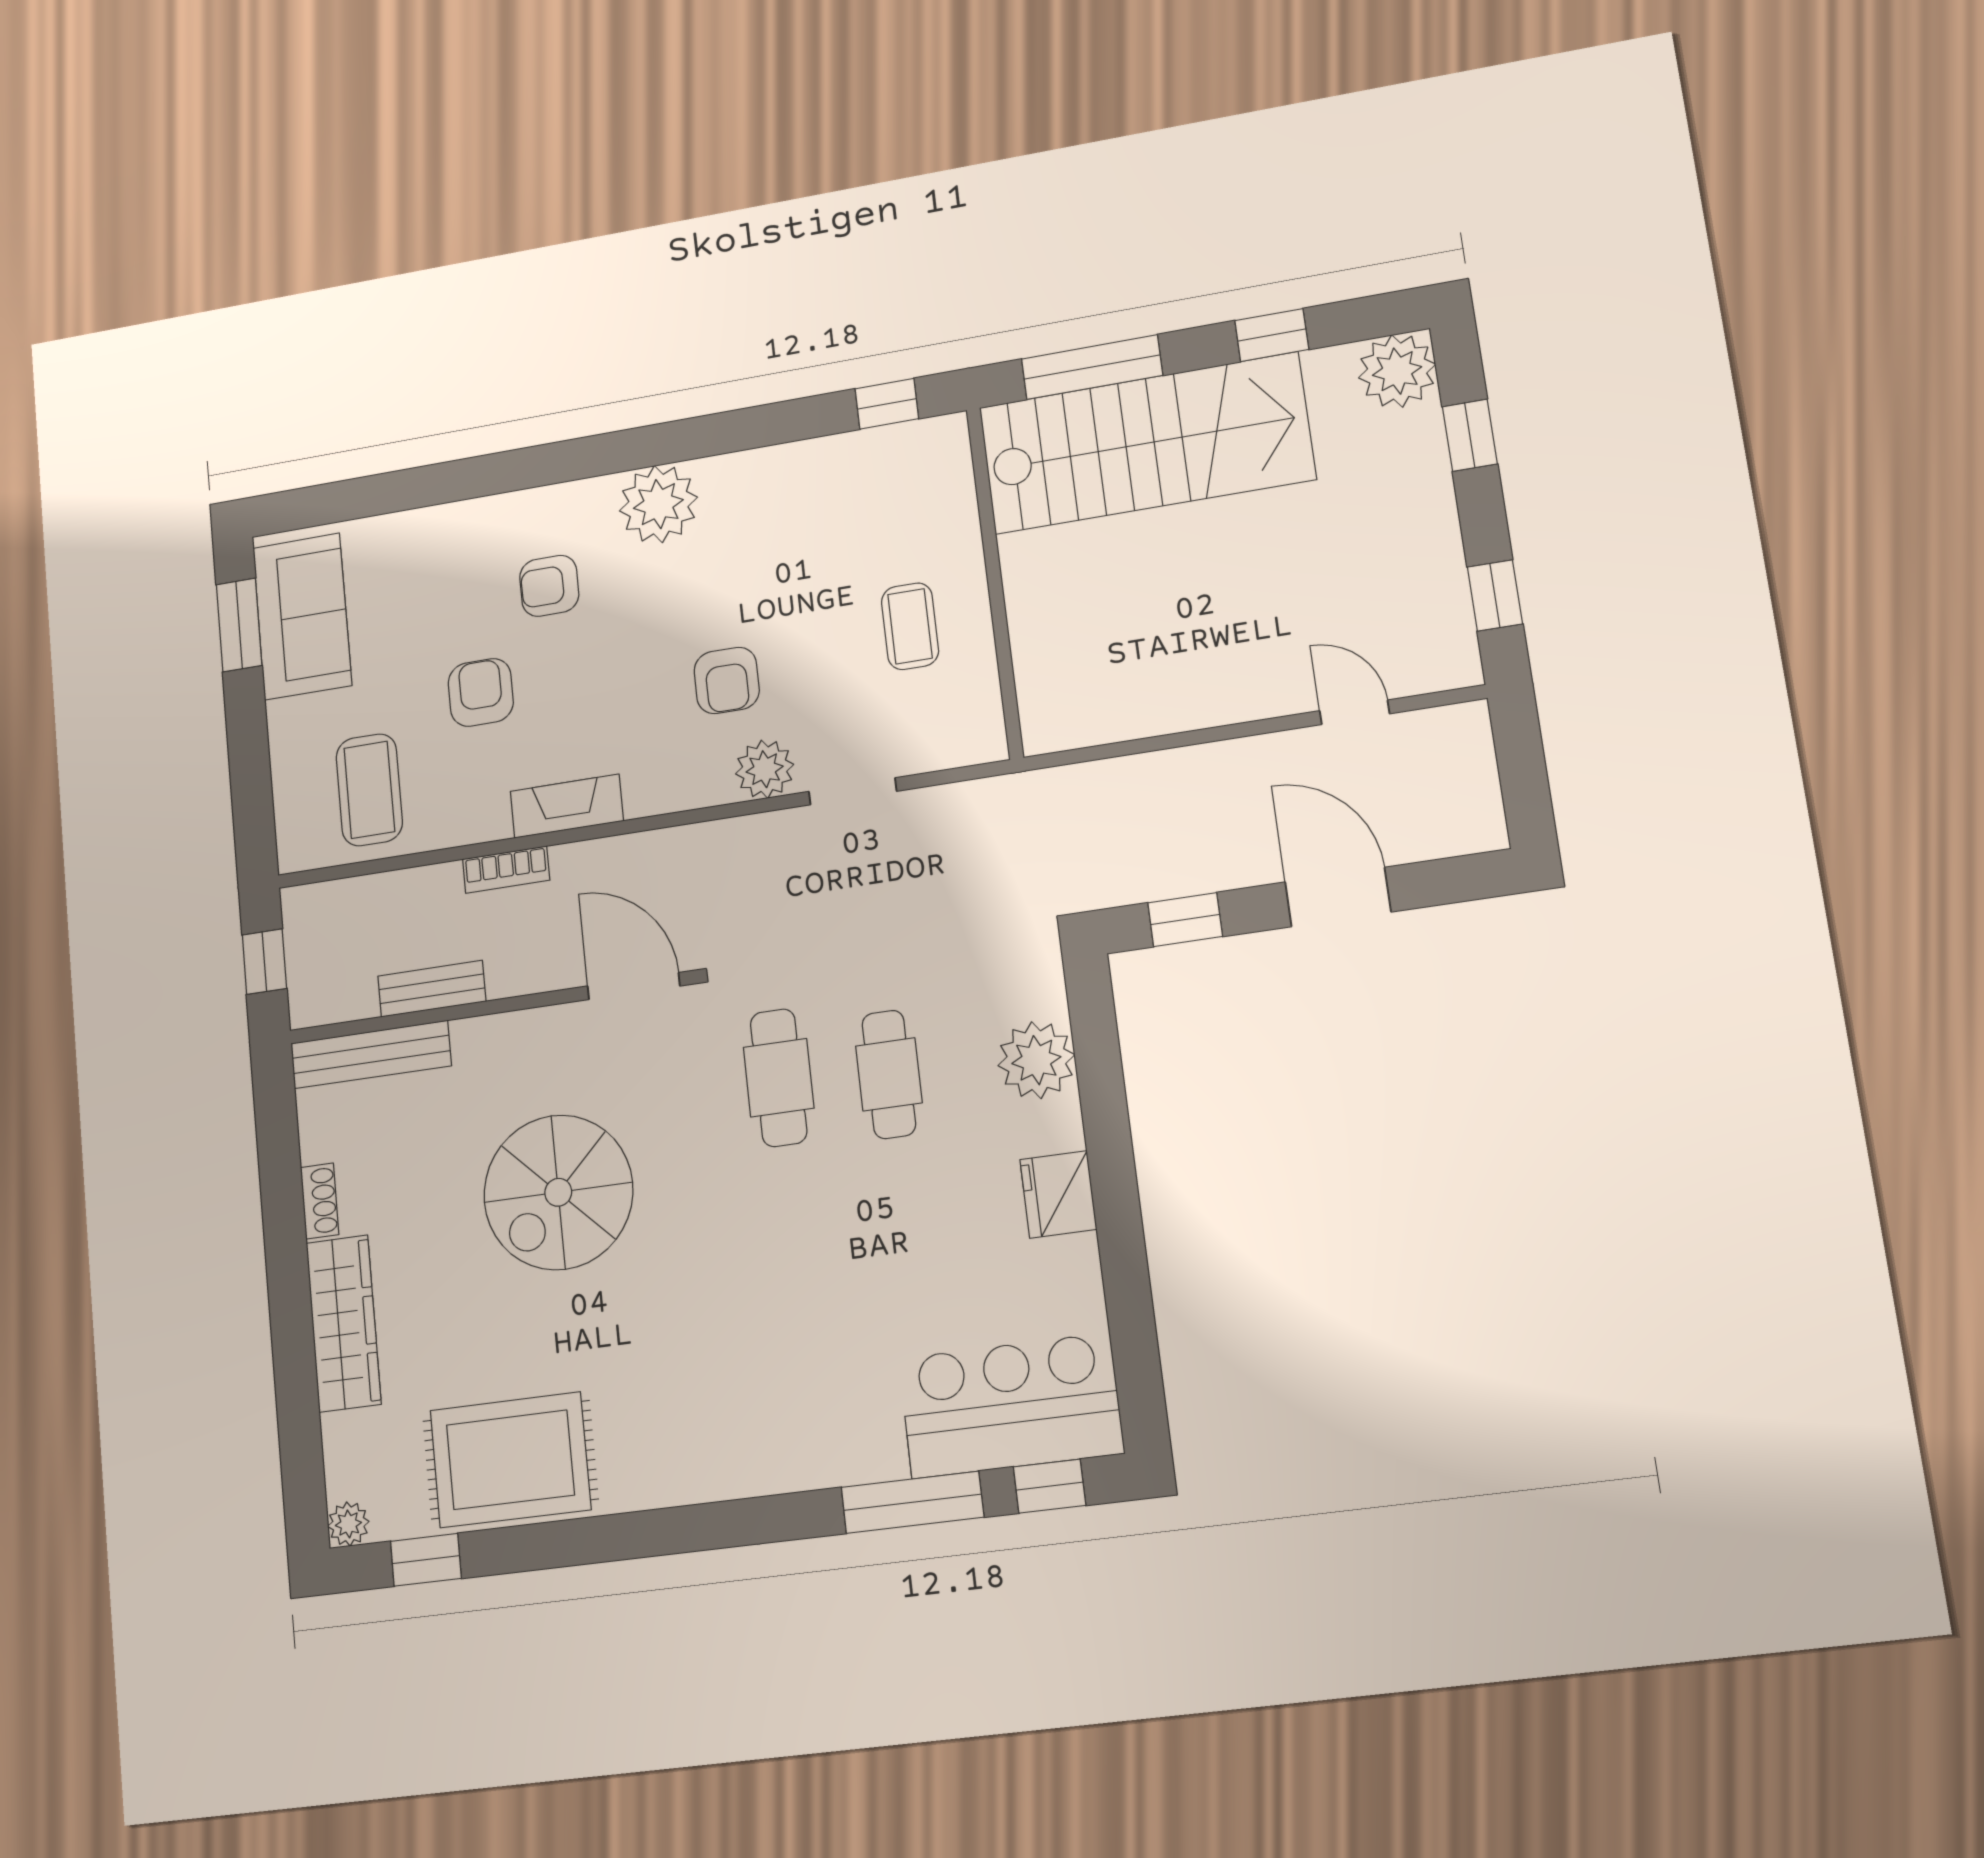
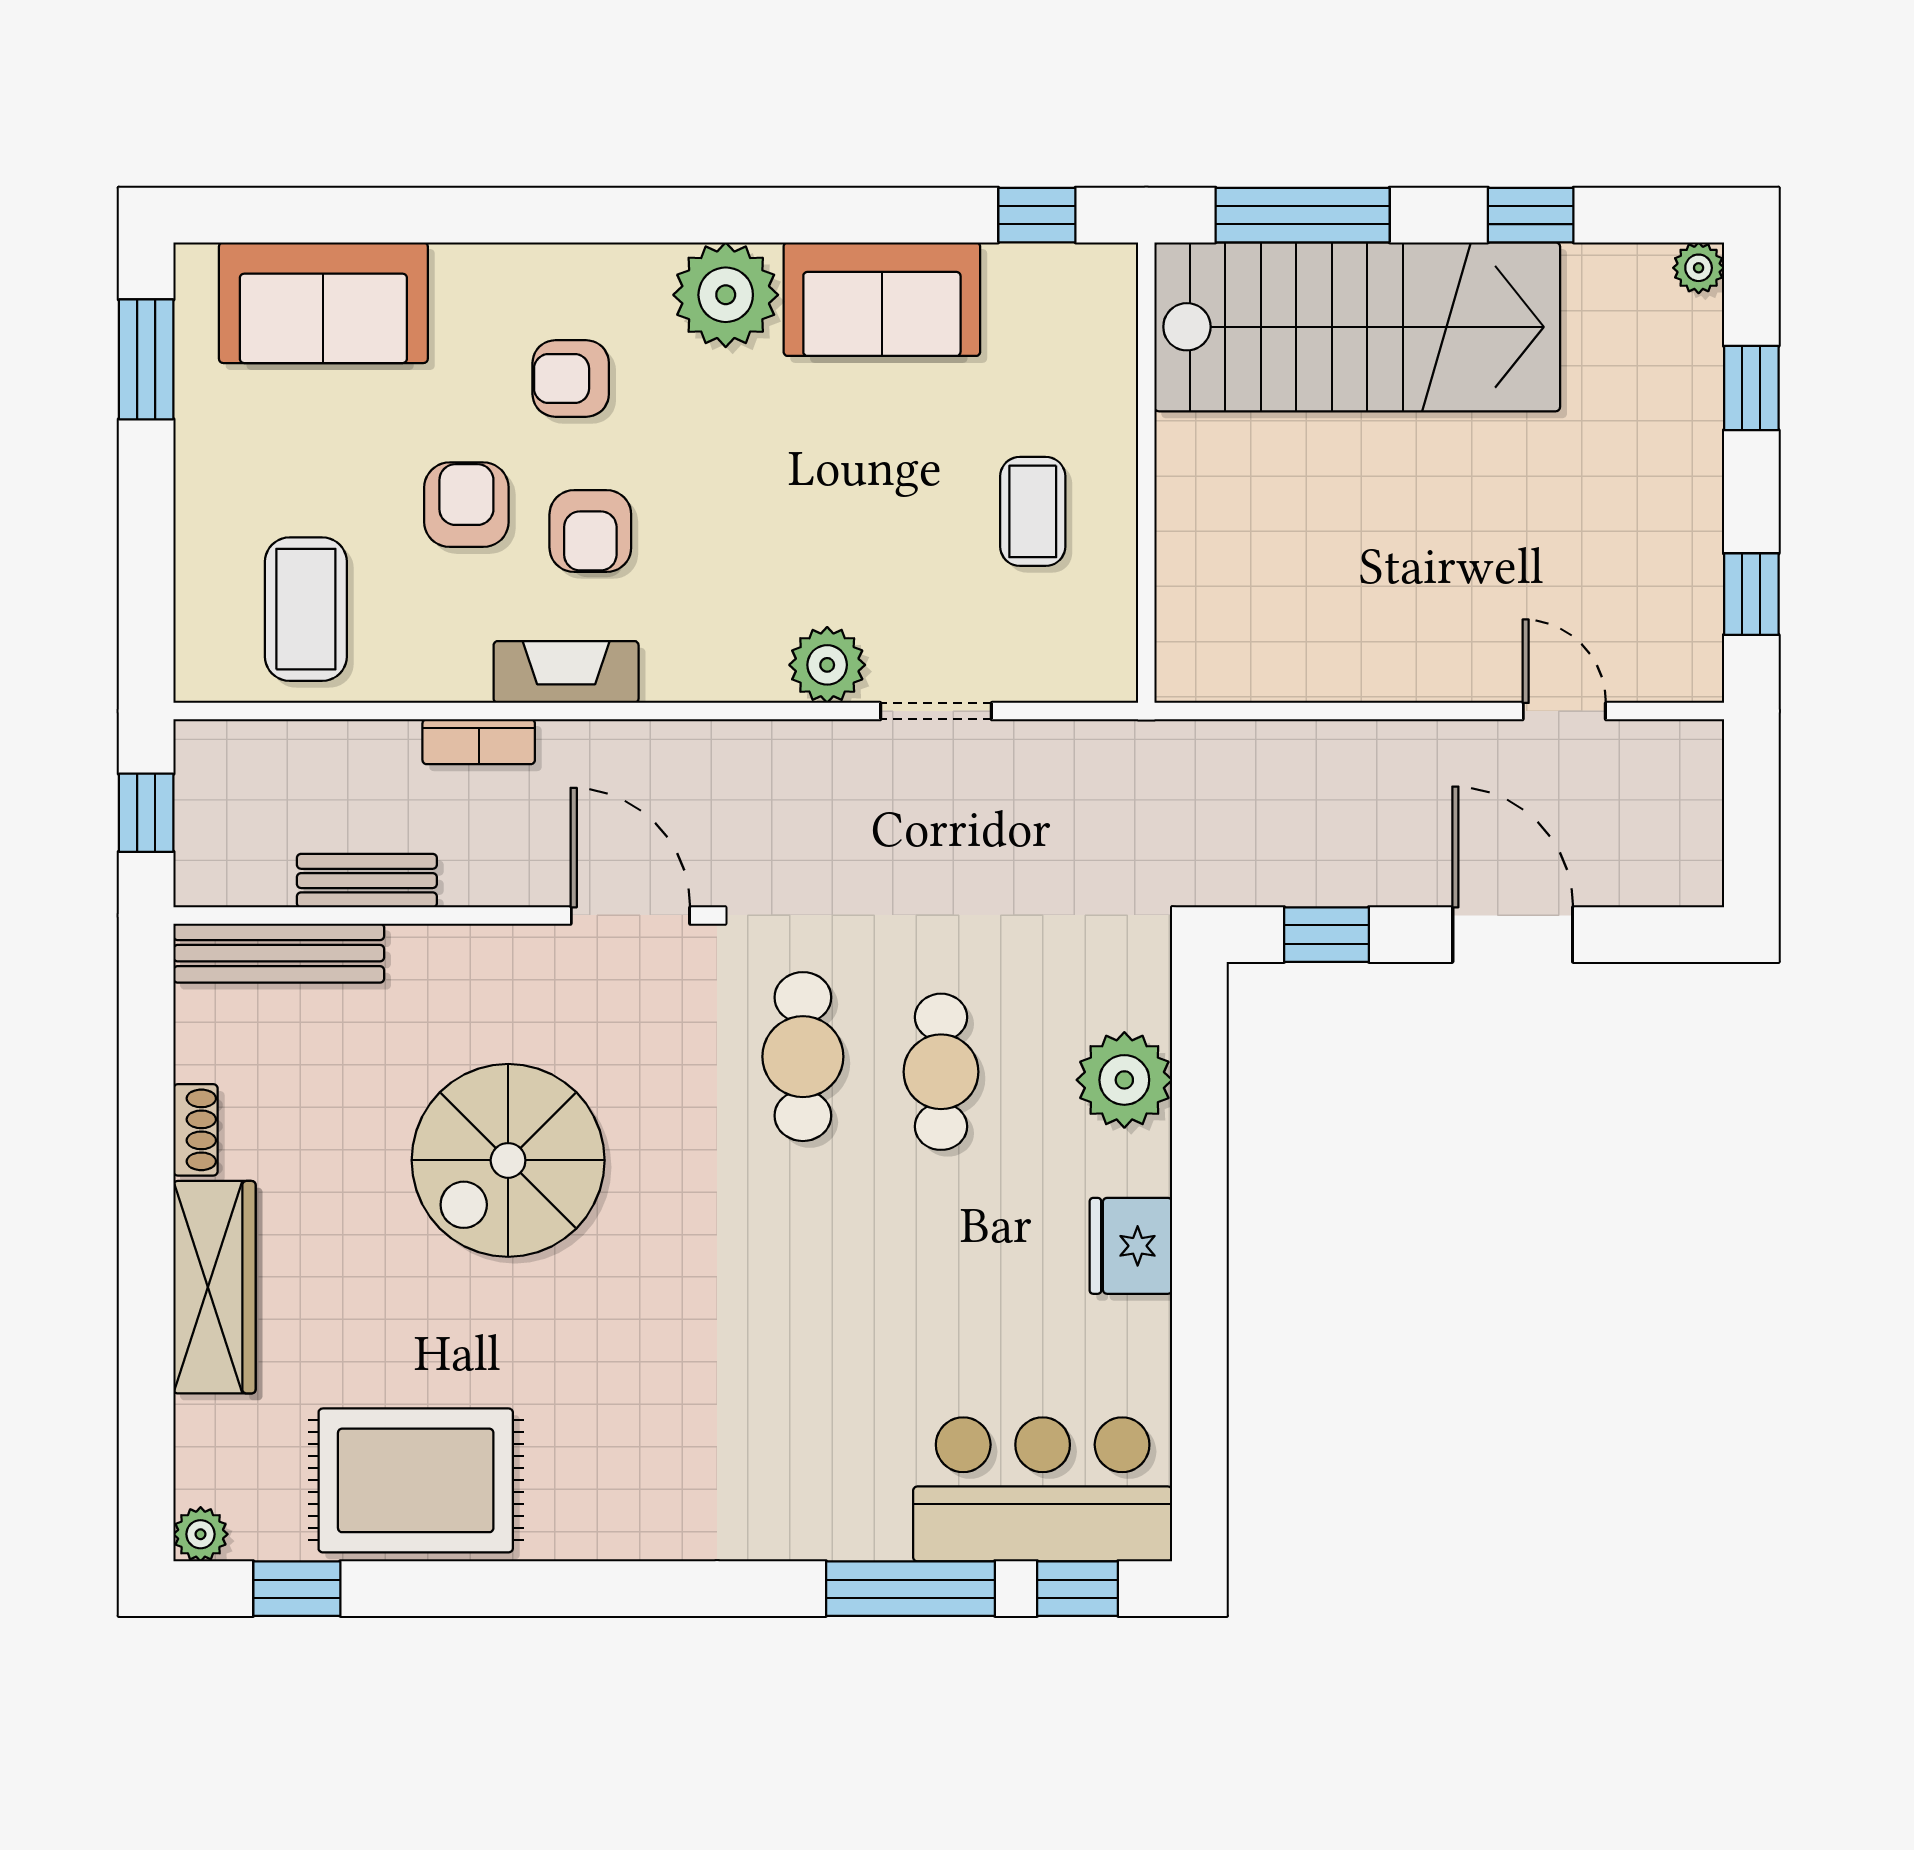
plant: (1397, 371) -> (1699, 268), width x0.53, depth x0.53
sofa: (776, 487) -> (882, 299), added
sofa: (302, 616) -> (323, 303), moved, turned 90
armchair: (727, 680) -> (590, 531), moved

